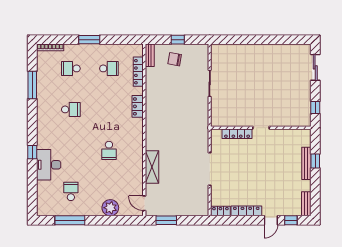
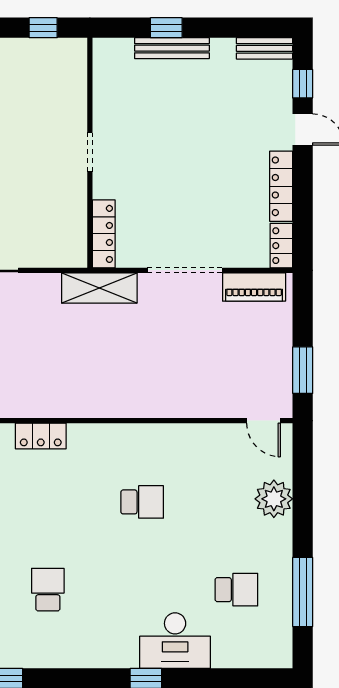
locker: (237, 134) -> (104, 234), moved
shelving: (152, 167) -> (99, 288), moved
school desk: (71, 191) -> (236, 590), turned 180
piano: (202, 199) -> (254, 287), added
door: (144, 203) -> (264, 421), hinge flipped

